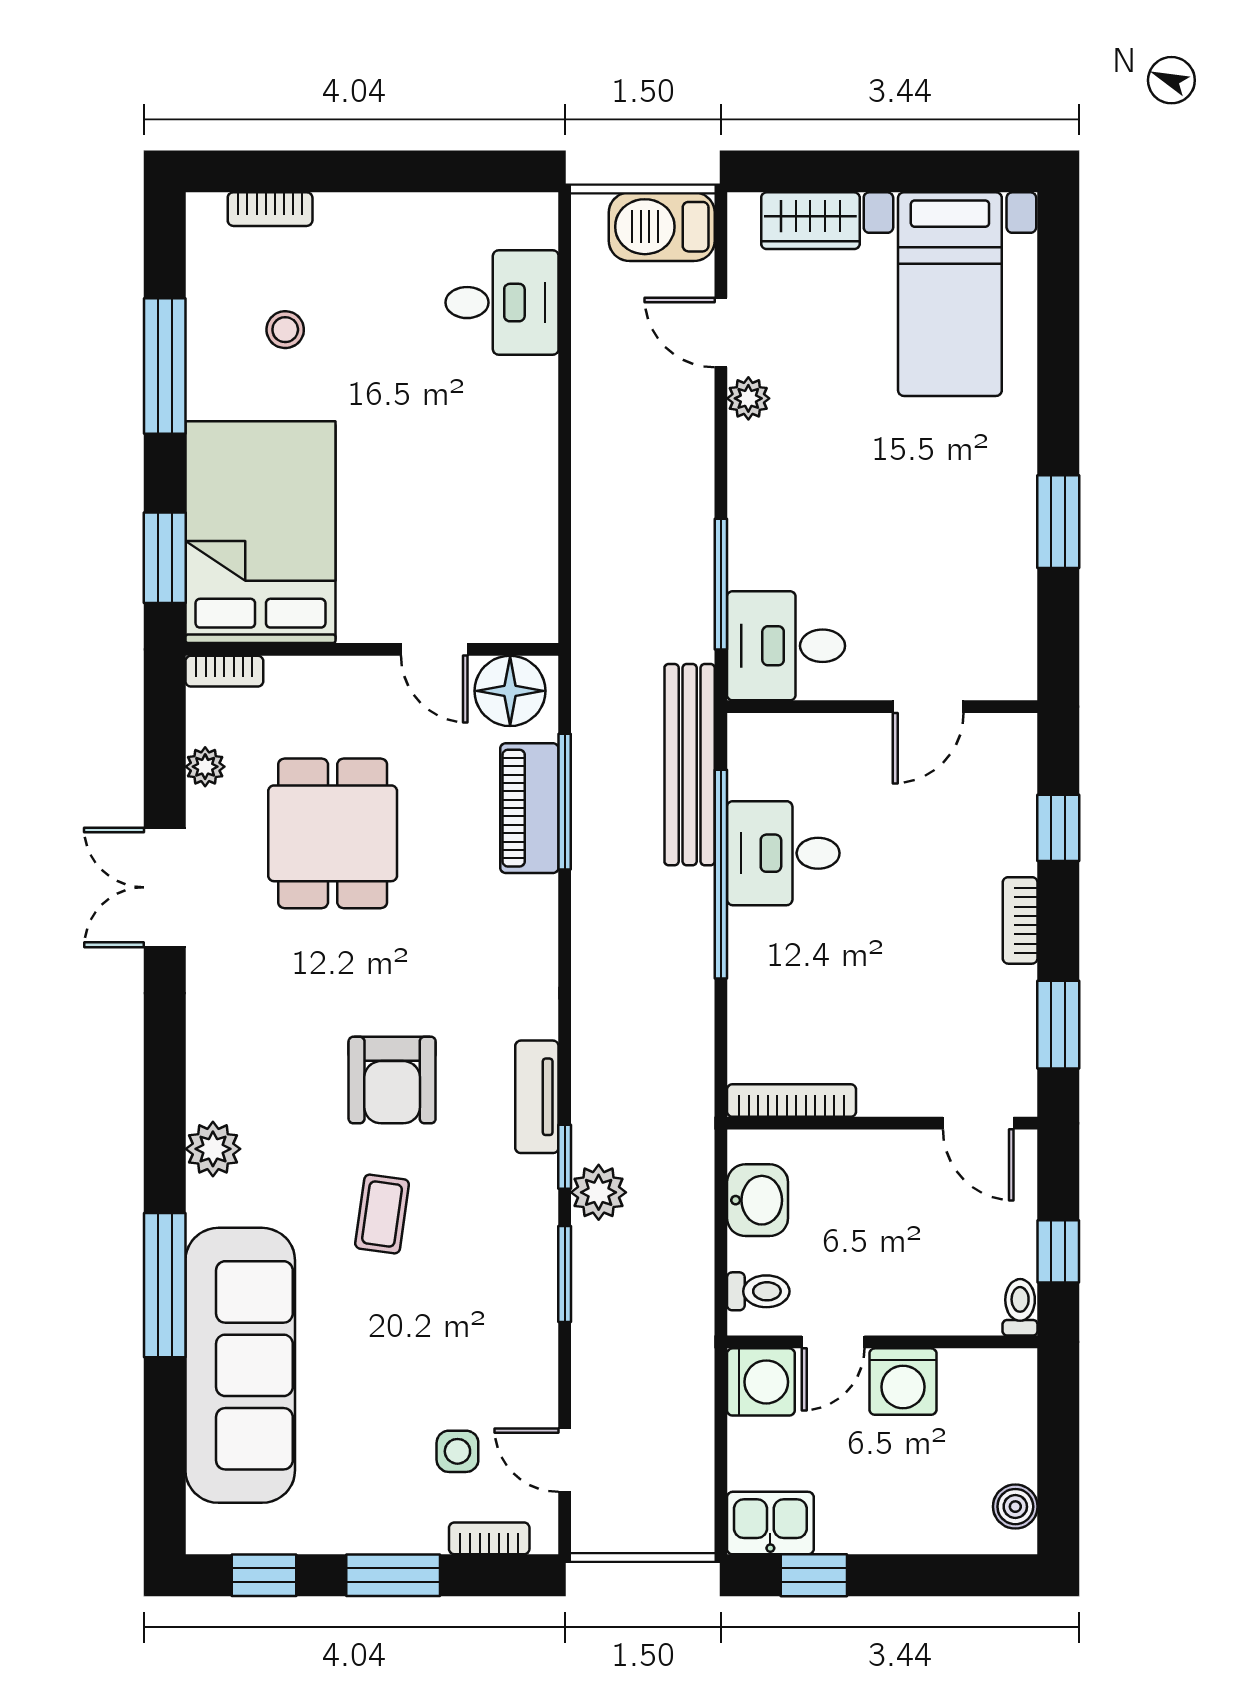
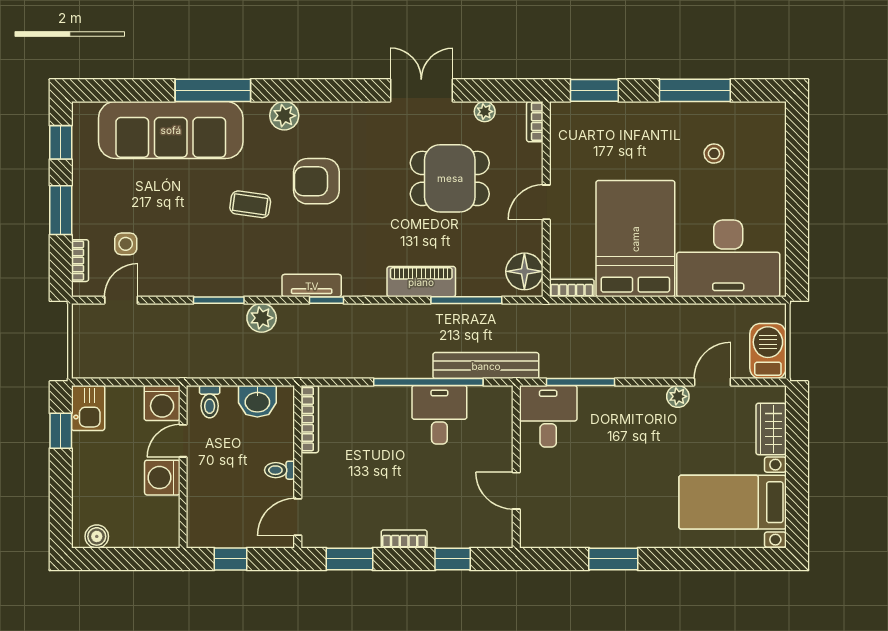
bookcase: (270, 209) -> (572, 288), moved, turned 90
desk: (502, 303) -> (728, 258), width x1.87, depth x1.30
bed: (260, 532) -> (635, 239), moved, turned -90
door: (434, 649) -> (546, 202), moved
piano: (529, 808) -> (421, 282), moved
armchair: (392, 1080) -> (316, 181), moved
window: (565, 1157) -> (326, 300), moved
toilet: (1020, 1307) -> (280, 470), moved, turned 180
door: (833, 1342) -> (183, 441), hinge flipped

